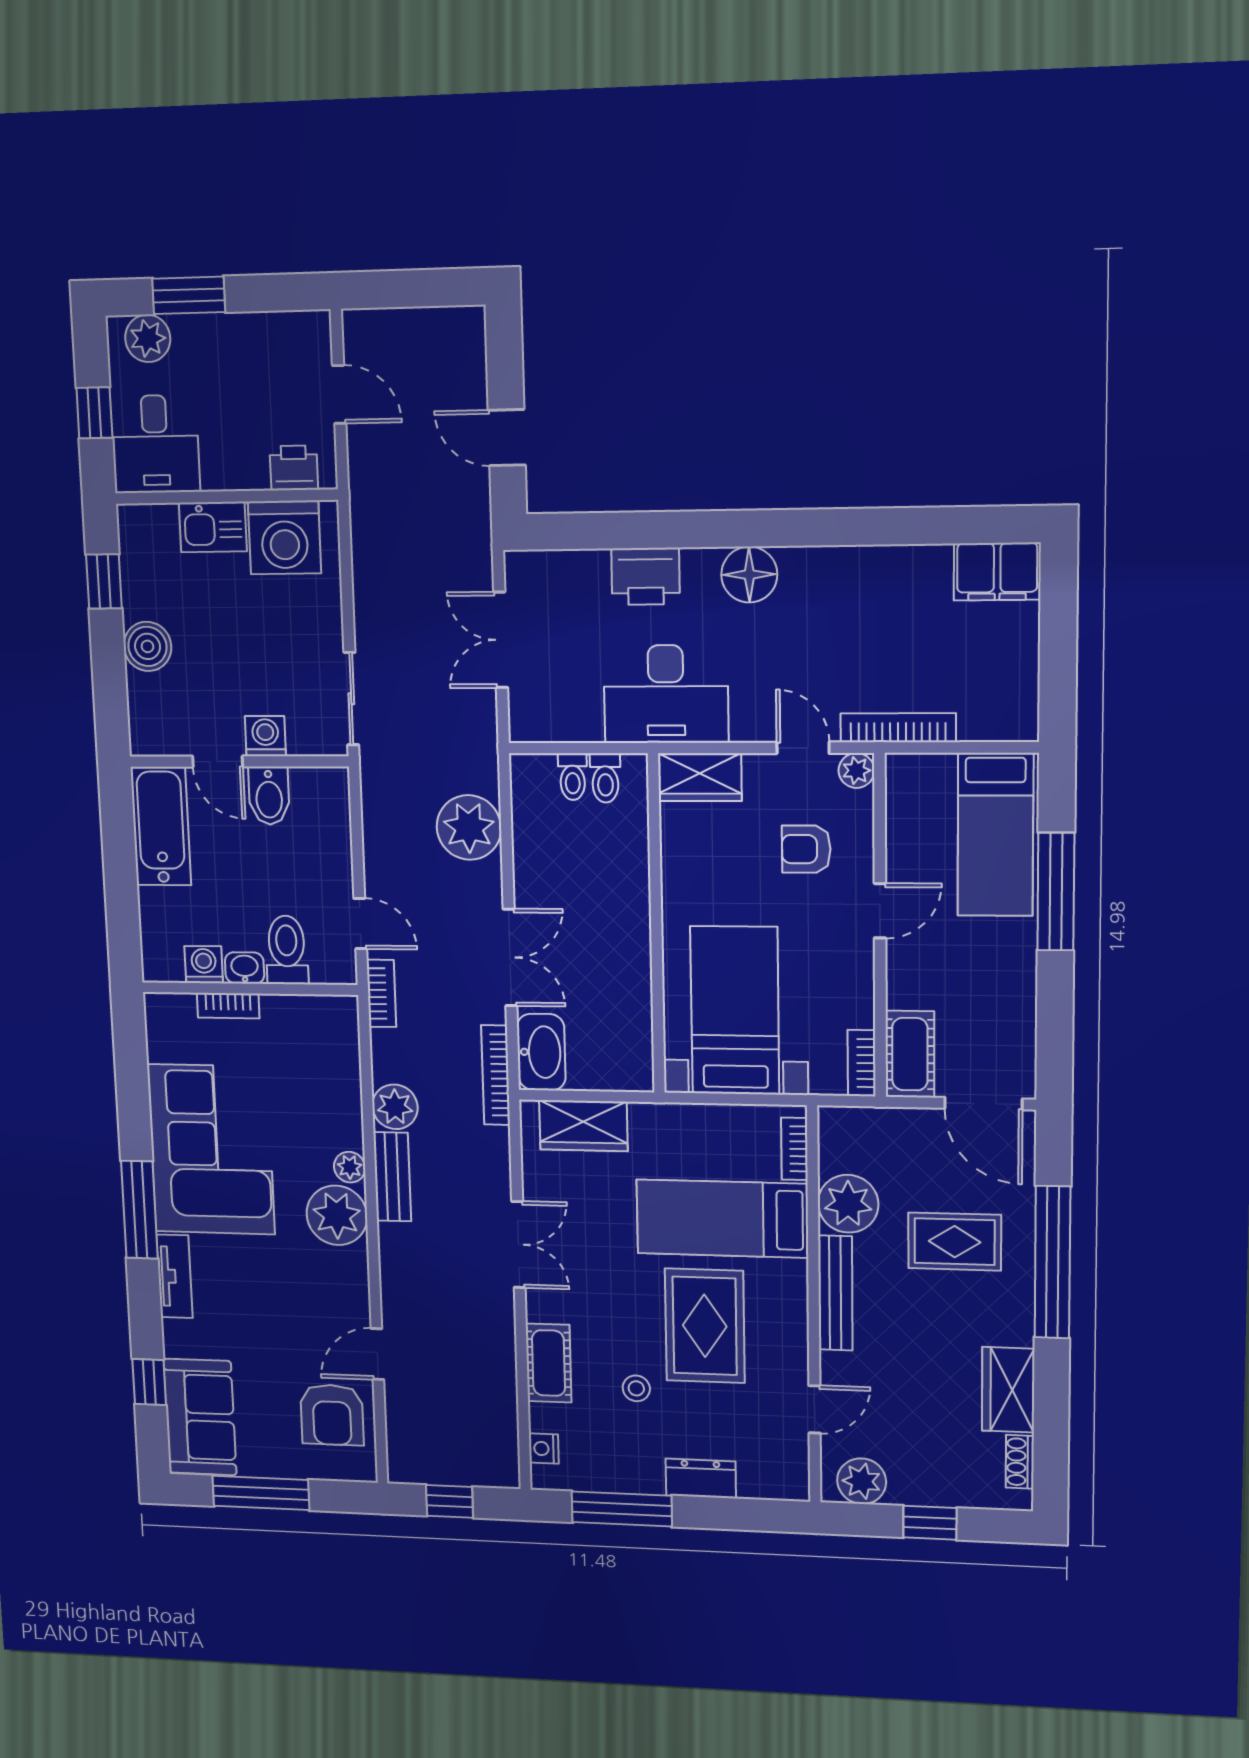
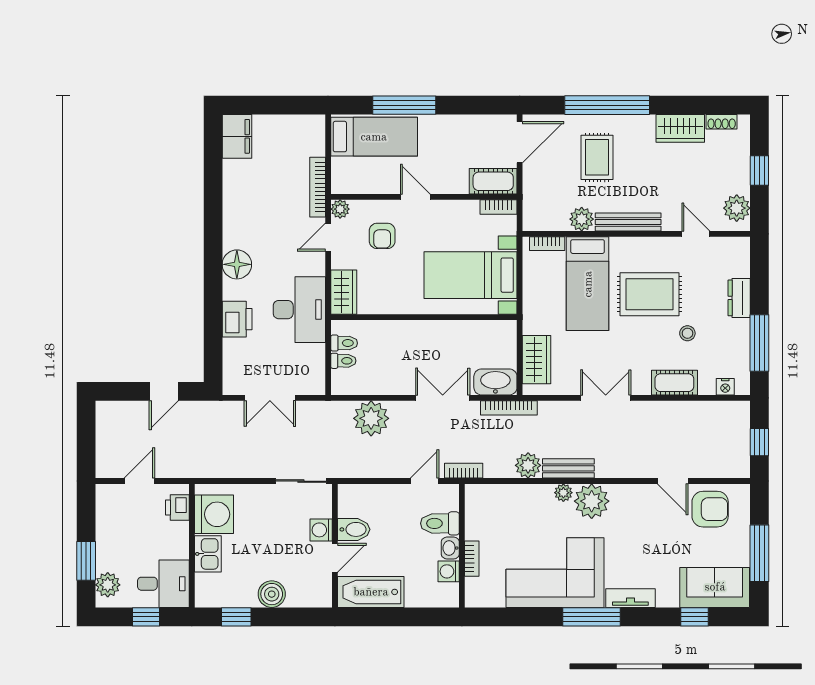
plant: (848, 1204) -> (582, 219), width x0.73, depth x0.73

